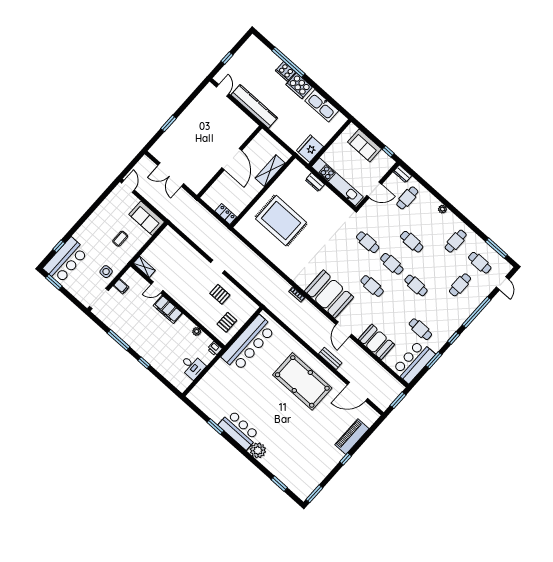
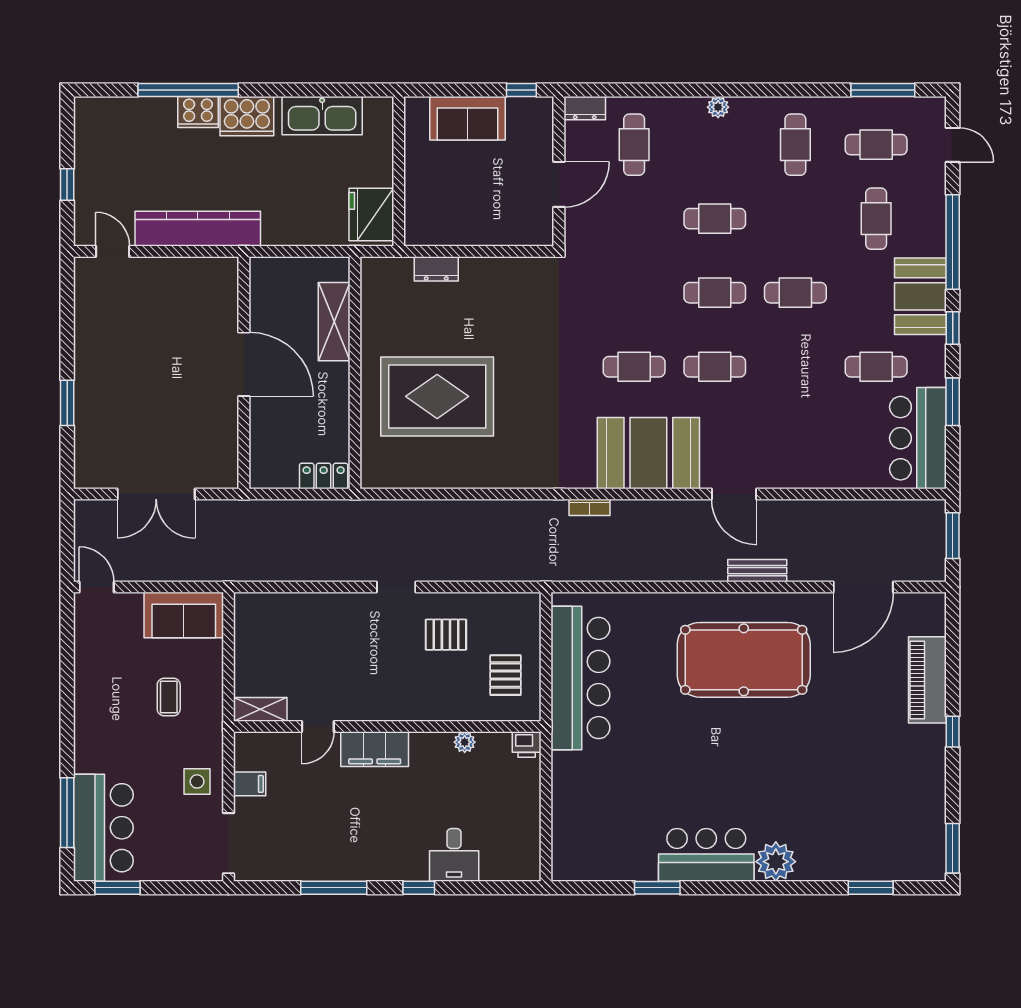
kitchen unit: (337, 182) -> (477, 231), removed
cafe table: (368, 242) -> (634, 367), moved
window: (59, 246) -> (67, 813), width x2.17
booth: (376, 342) -> (920, 296), moved, turned 90
desk: (192, 366) -> (454, 855), moved, turned 90

